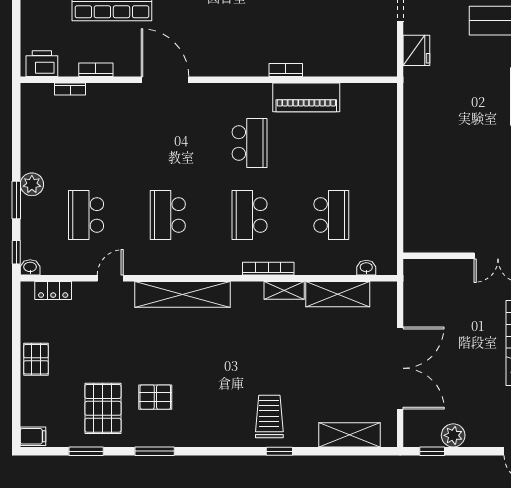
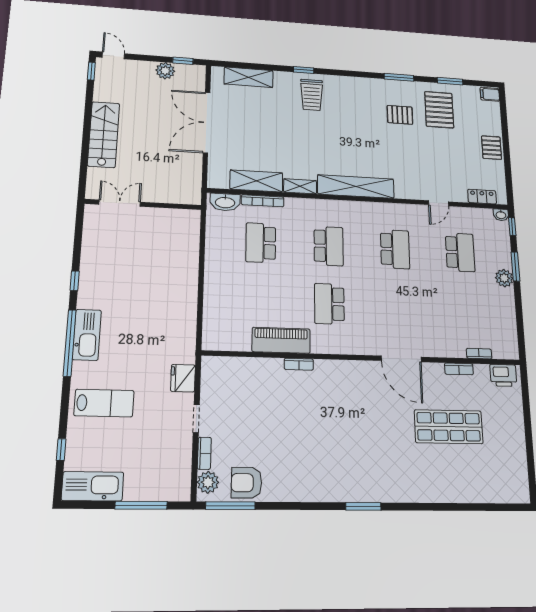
washbasin: (366, 268) -> (225, 202), width x1.91, depth x1.45
bookcase: (268, 269) -> (263, 201), moved
shelving: (183, 294) -> (356, 187), moved

